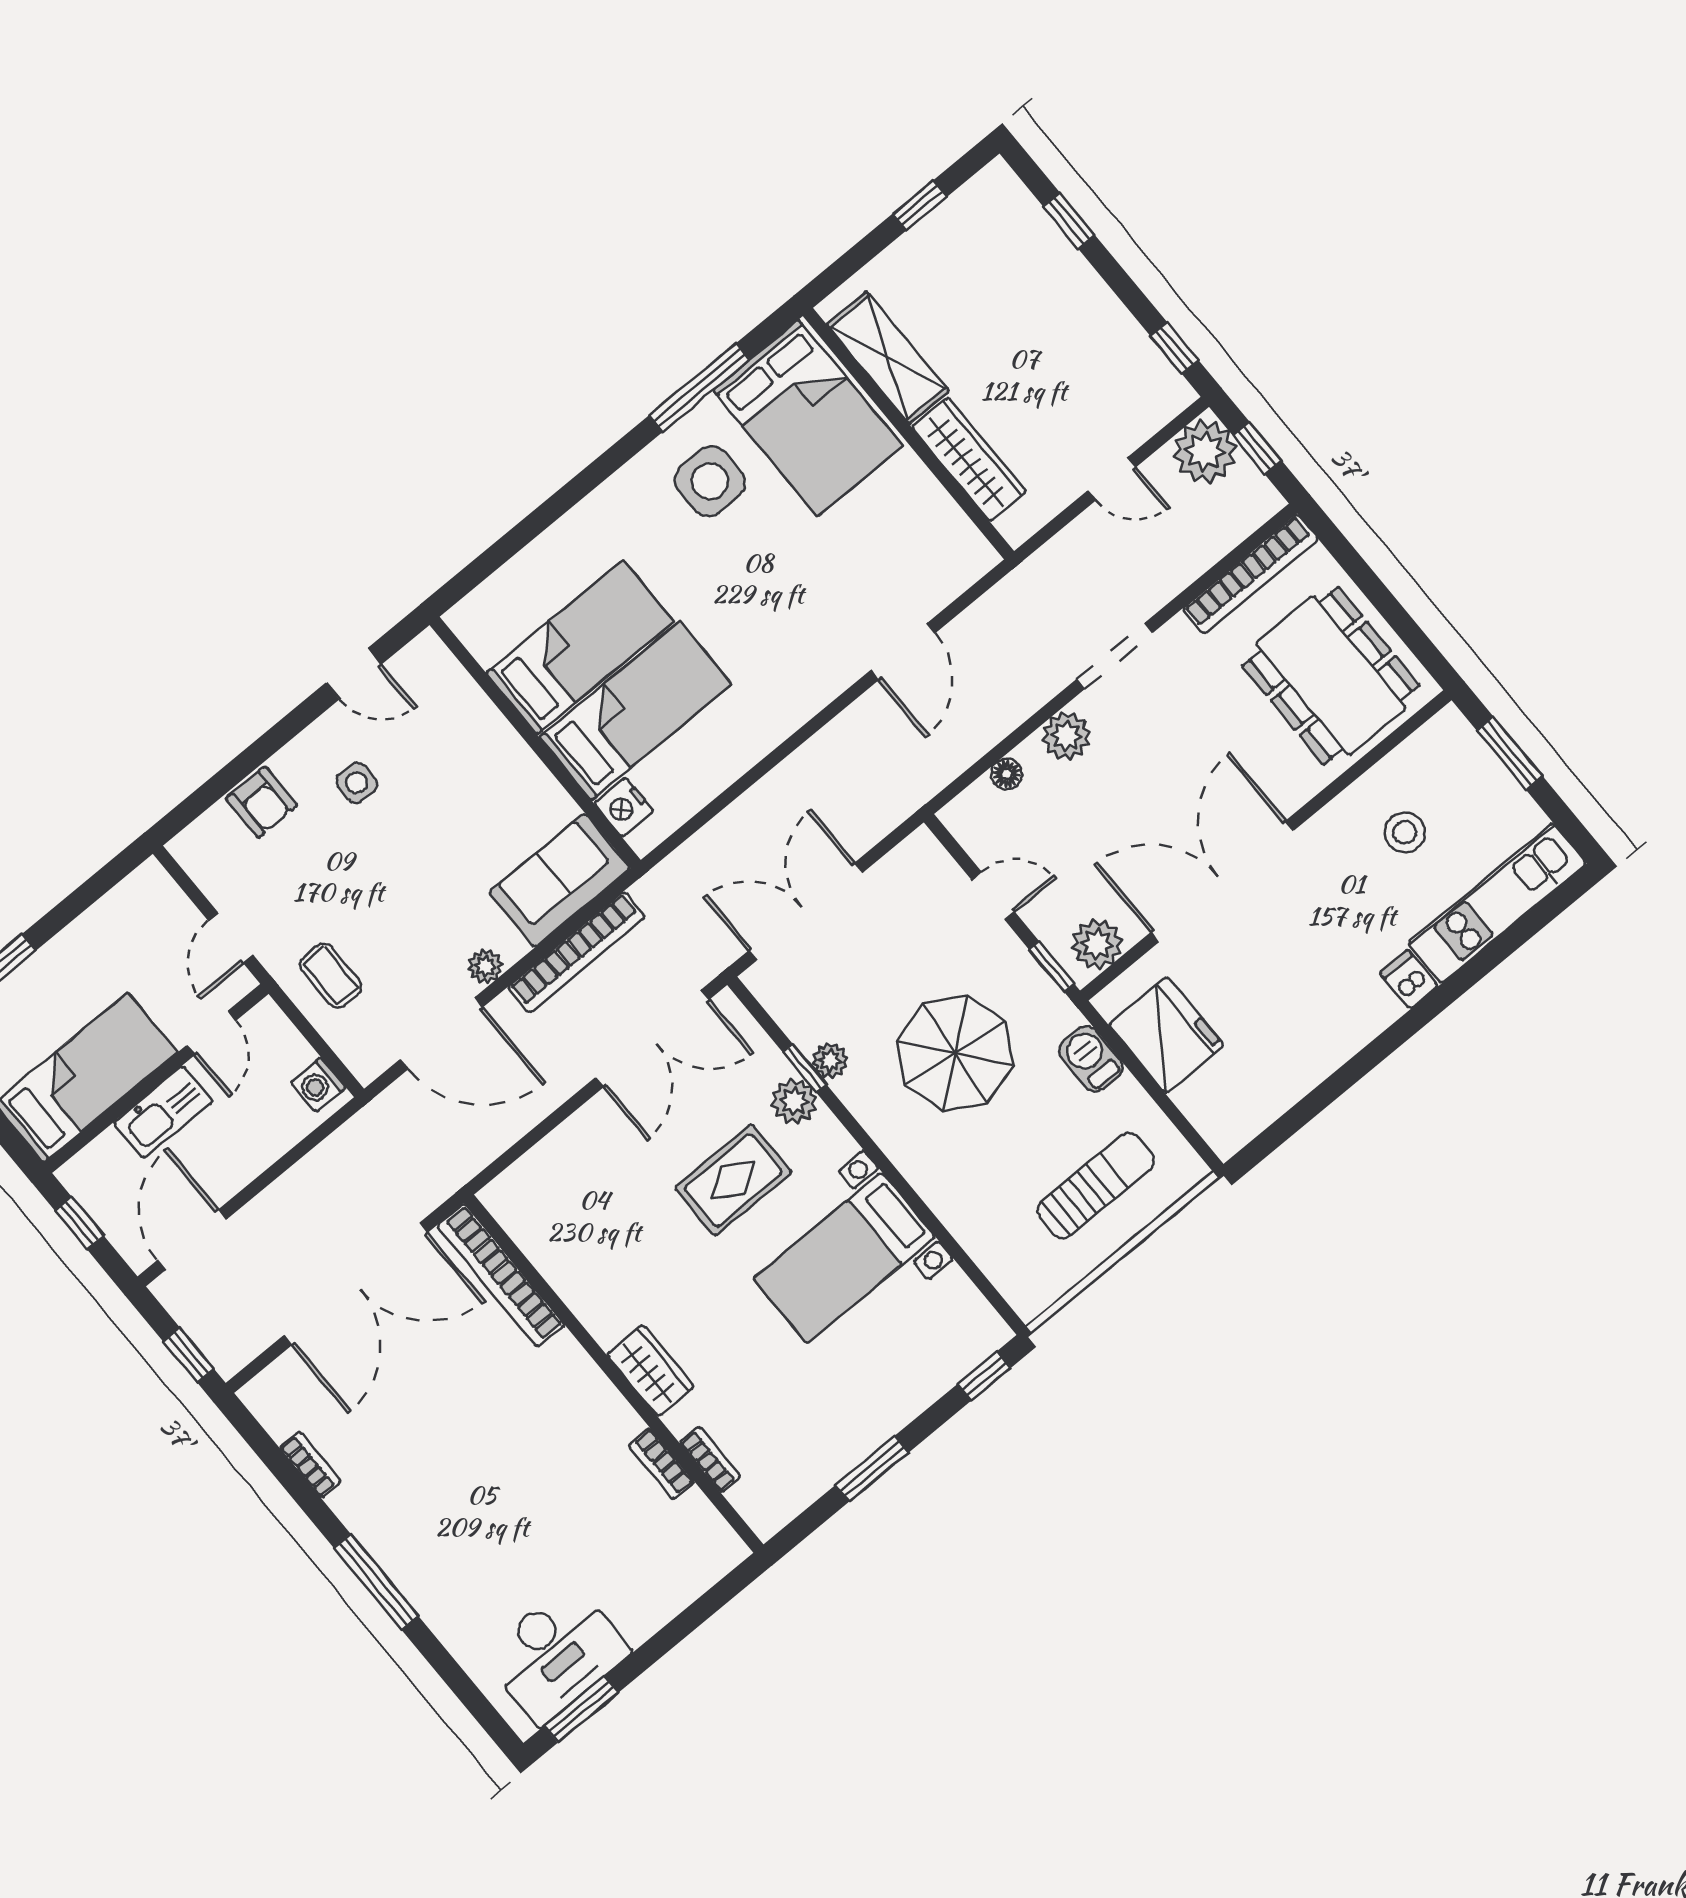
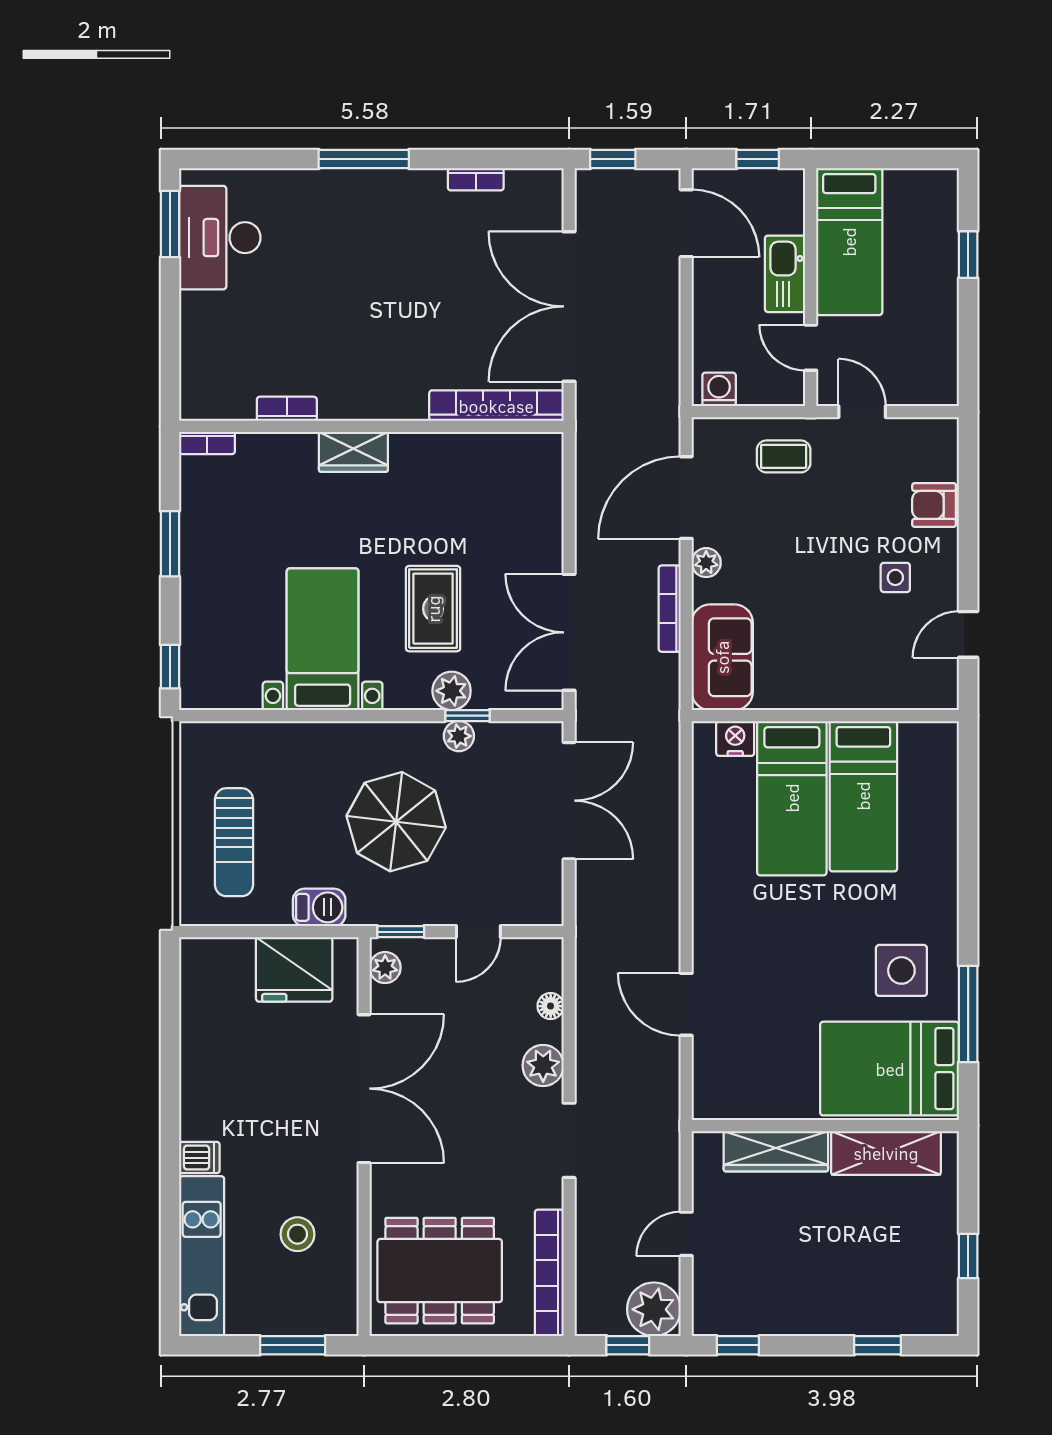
plant: (1097, 944) -> (385, 968), width x0.73, depth x0.73
bookcase: (576, 952) -> (670, 609), width x0.68, depth x0.76
bookcase: (710, 1459) -> (207, 443), moved

